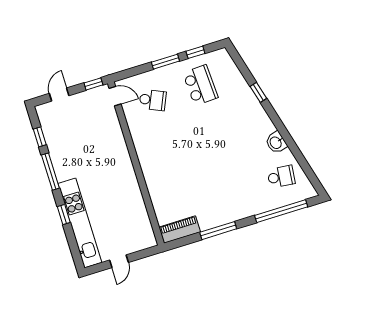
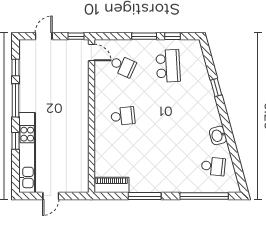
school desk: (169, 153) -> (123, 116), added

